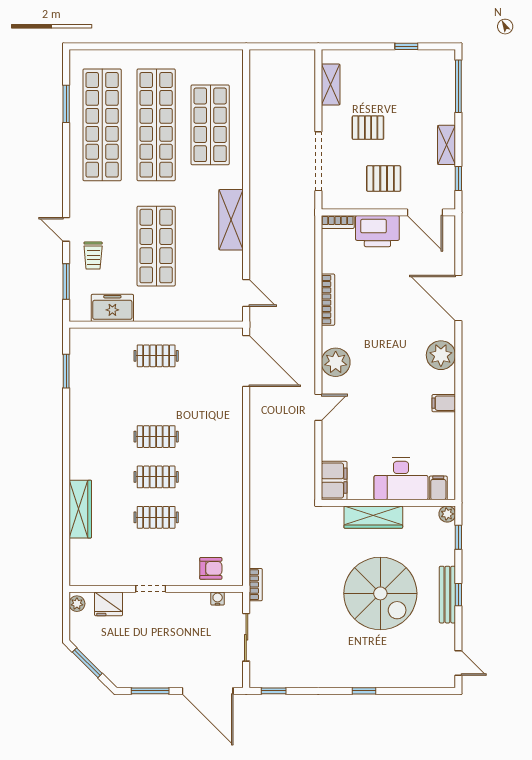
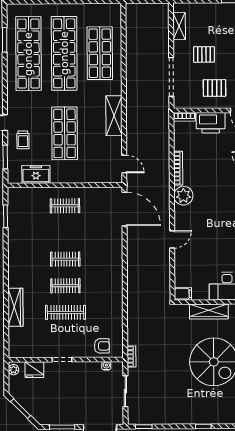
plant: (336, 362) -> (183, 196), moved
filing cabinet: (334, 481) -> (183, 294), width x0.50
clothes rail: (156, 517) -> (66, 312), width x1.36

